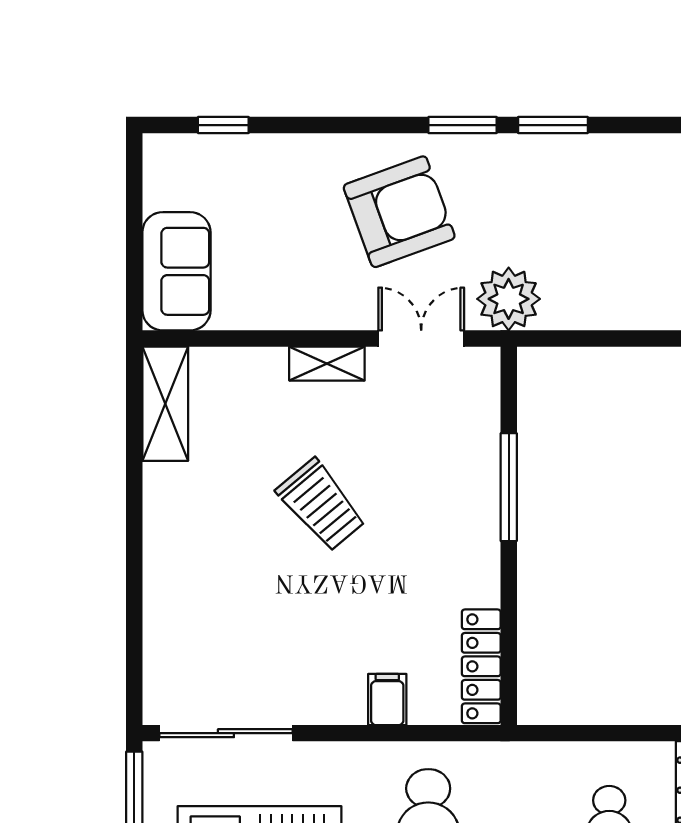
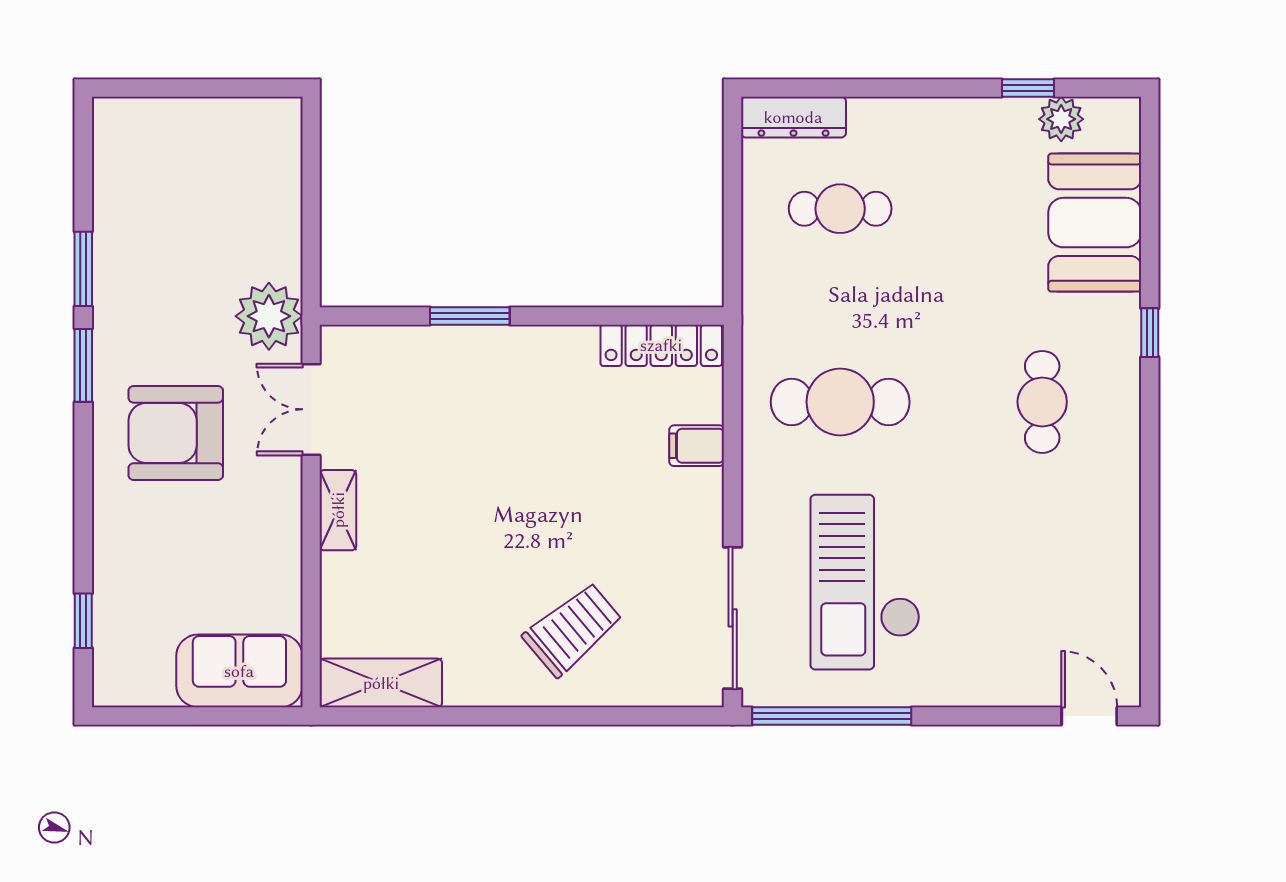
armchair: (399, 212) -> (176, 433), turned -70
window: (509, 487) -> (470, 316), width x0.69
trolley: (321, 505) -> (573, 629), moved

